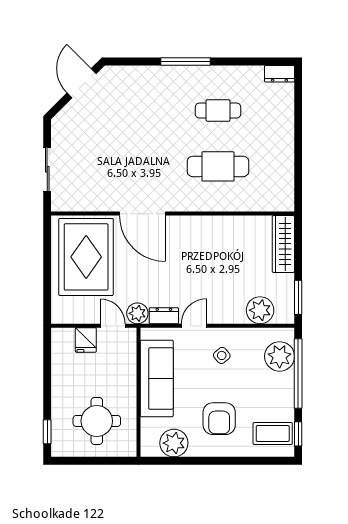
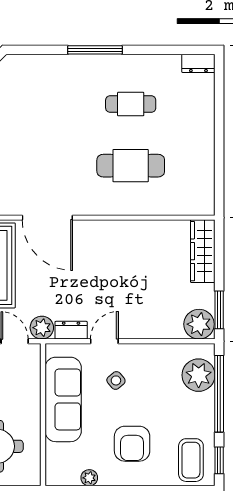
plant: (260, 310) -> (199, 324), moved
side table: (222, 355) -> (116, 380), moved
coffee table: (273, 434) -> (191, 460), turned 90
plant: (174, 443) -> (89, 478), width x0.53, depth x0.53

